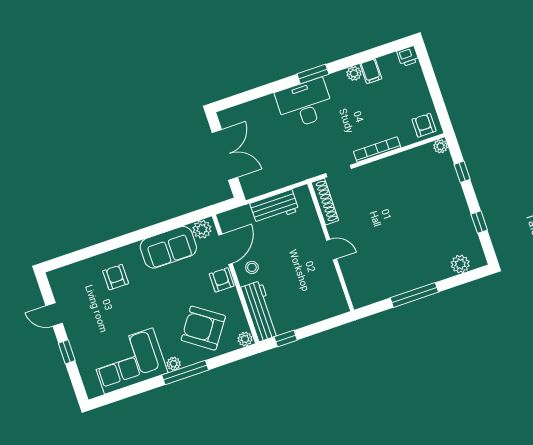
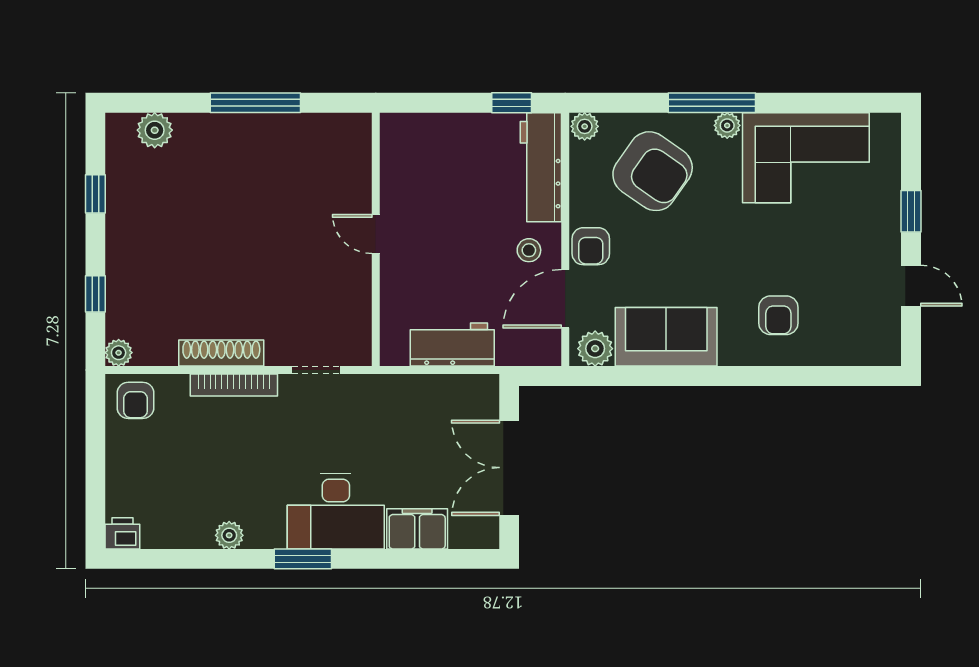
filing cabinet: (371, 71) -> (417, 529), moved, width x2.00
shoe rack: (325, 202) -> (221, 353), moved, turned 90

